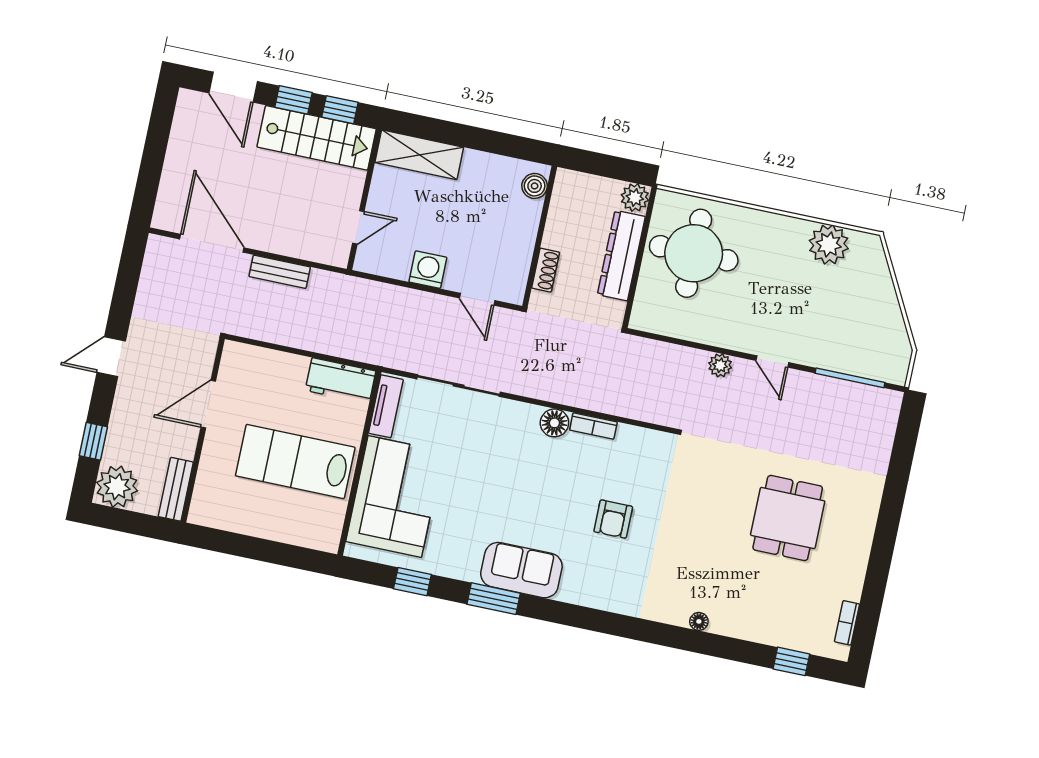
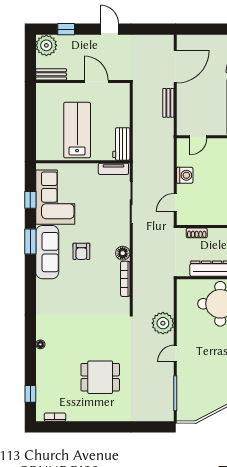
door: (358, 227) -> (198, 137), hinge flipped
plant: (720, 365) -> (163, 323), width x1.87, depth x1.87
bookcase: (593, 426) -> (125, 279), width x1.56
corner sofa: (395, 497) -> (55, 197), moved, turned -90
armchair: (613, 519) -> (81, 251), moved, turned -90
sofa: (521, 570) -> (47, 252), width x1.36

